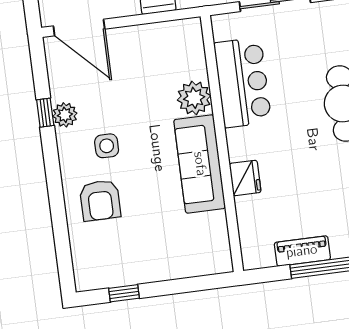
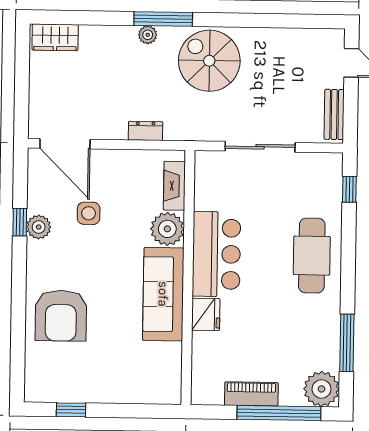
fireplace: (195, 54) -> (174, 186), added
bar counter: (243, 83) -> (216, 254), moved
side table: (107, 146) -> (89, 213), moved
armchair: (100, 200) -> (61, 316), width x1.36, depth x1.36

